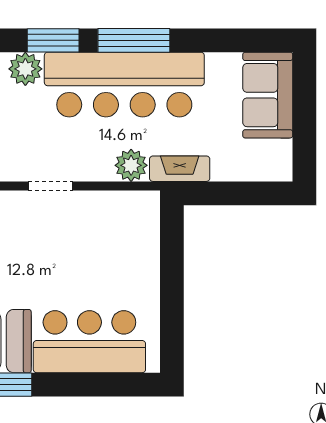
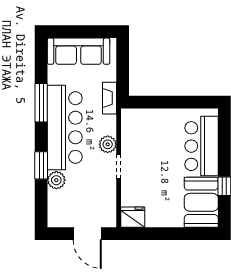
window: (134, 40) -> (41, 103), moved
sofa: (268, 95) -> (79, 51), width x1.36
plant: (131, 165) -> (108, 144), moved

